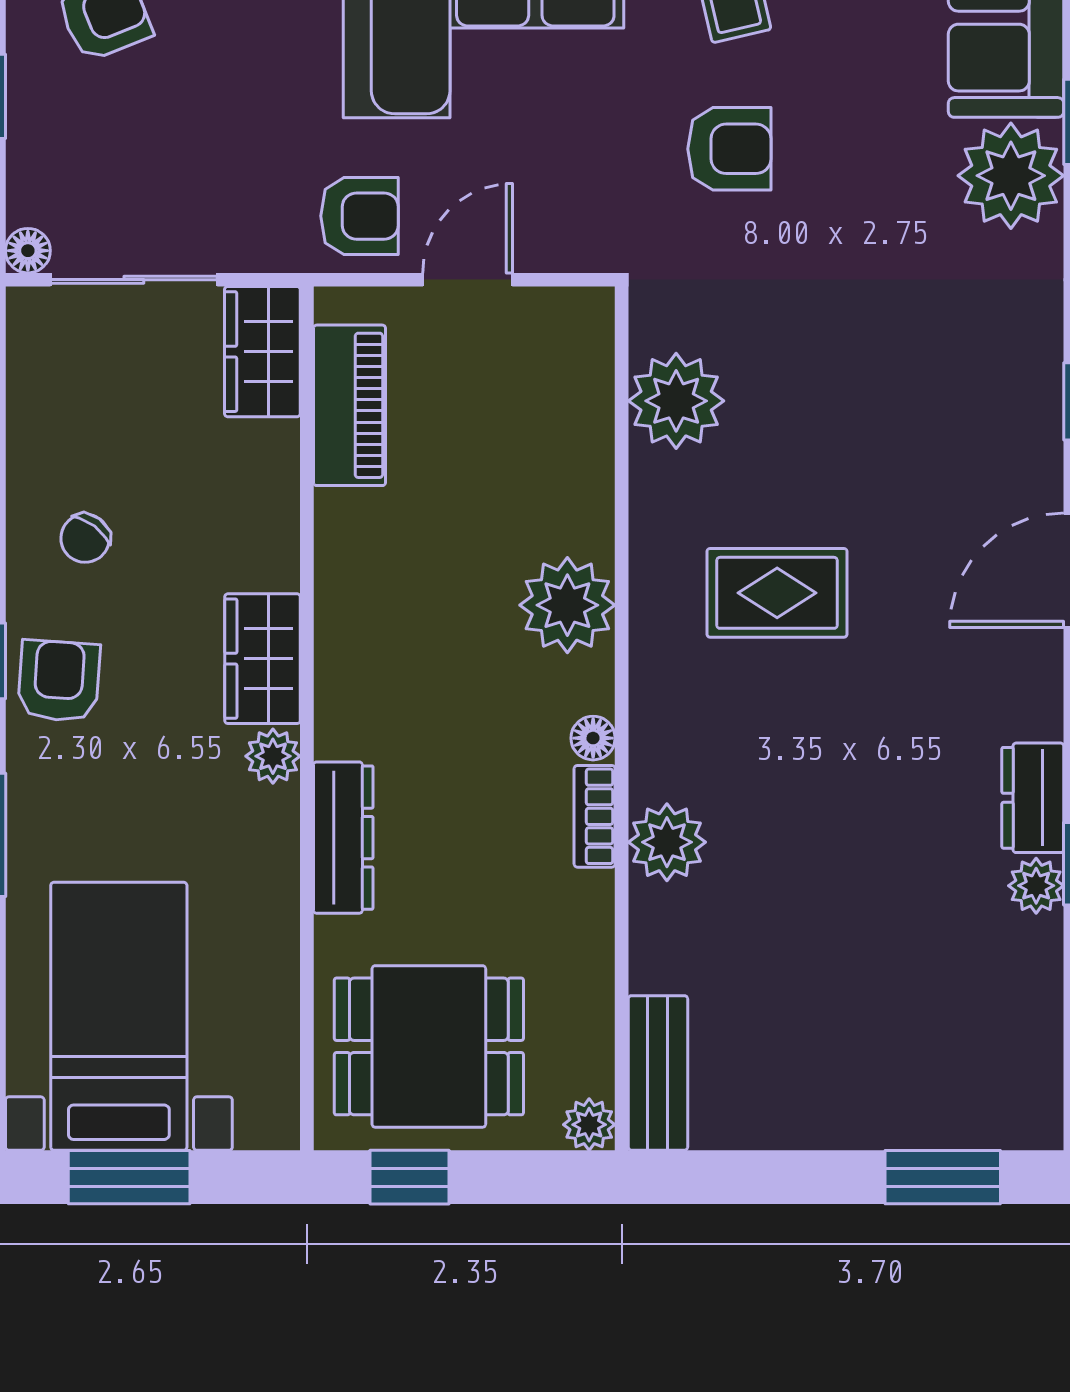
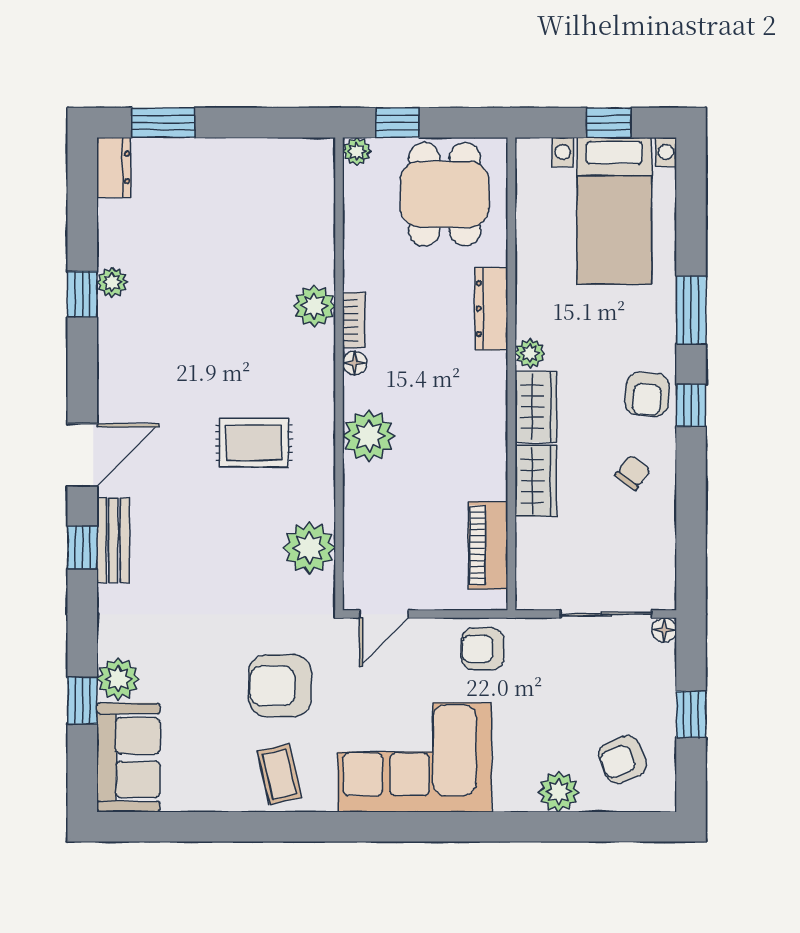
armchair: (729, 149) -> (280, 686), width x1.38, depth x1.38
plant: (1011, 176) -> (118, 679), width x0.73, depth x0.73
door: (468, 280) -> (384, 614), moved
wardrobe: (262, 352) -> (536, 481), moved
dresser: (1033, 798) -> (114, 167), moved
dining table: (429, 1046) -> (445, 194), turned 90
bench: (658, 1073) -> (113, 540), moved
window: (129, 1177) -> (609, 123), width x0.67
window: (410, 1177) -> (398, 123), moved

